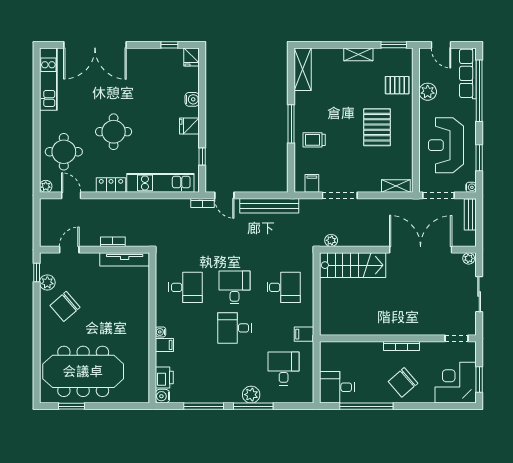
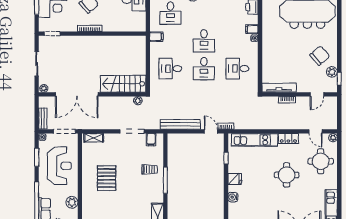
pallet: (397, 85) -> (93, 207), removed
desk: (235, 328) -> (204, 41), turned 90

